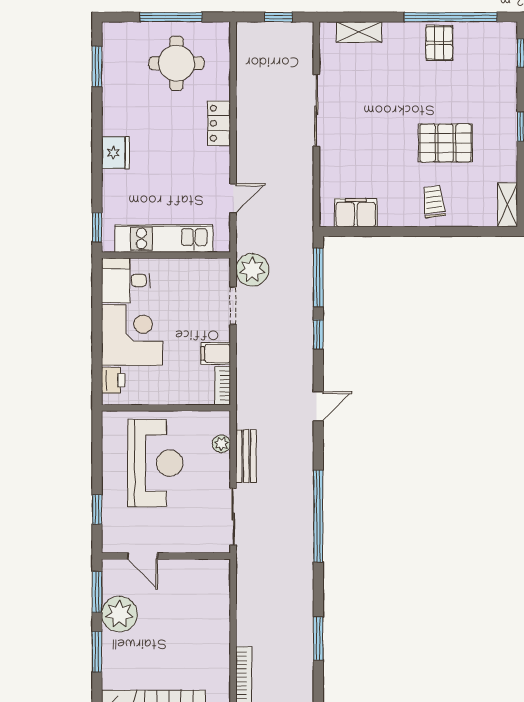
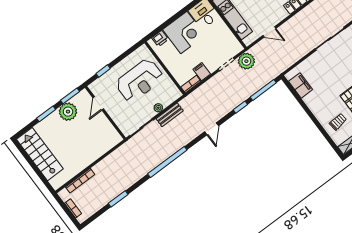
trolley: (434, 202) -> (338, 122), moved
door: (318, 406) -> (212, 129), hinge flipped
plant: (221, 444) -> (158, 108), moved

